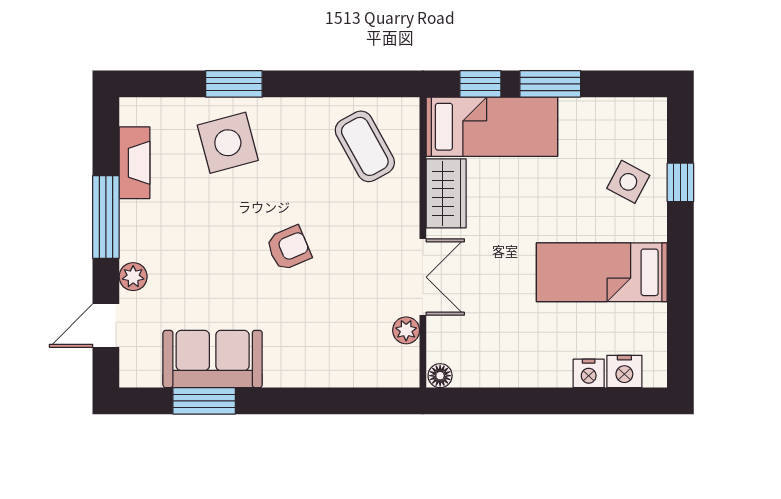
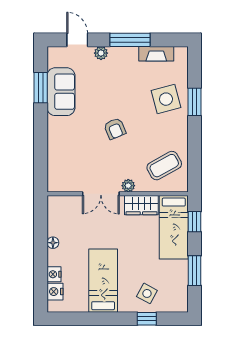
window: (550, 84) -> (195, 271), moved
plant: (406, 330) -> (128, 186), moved
floor lamp: (440, 376) -> (53, 243), moved

